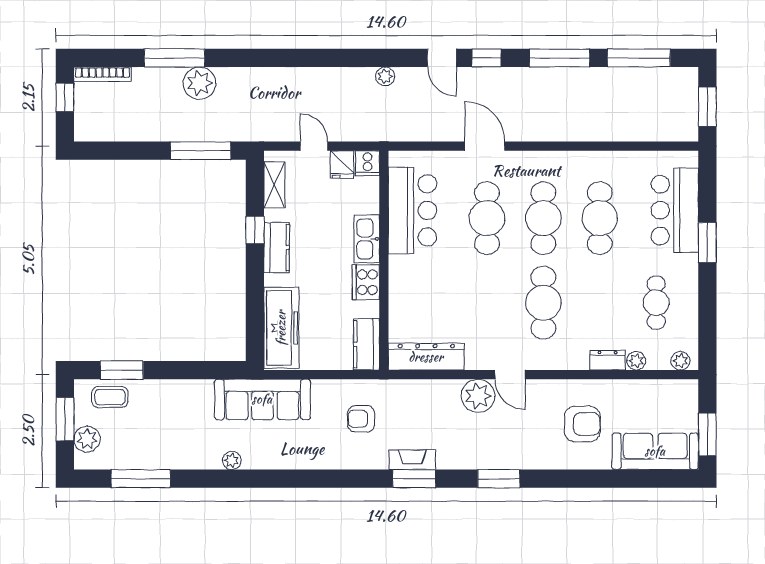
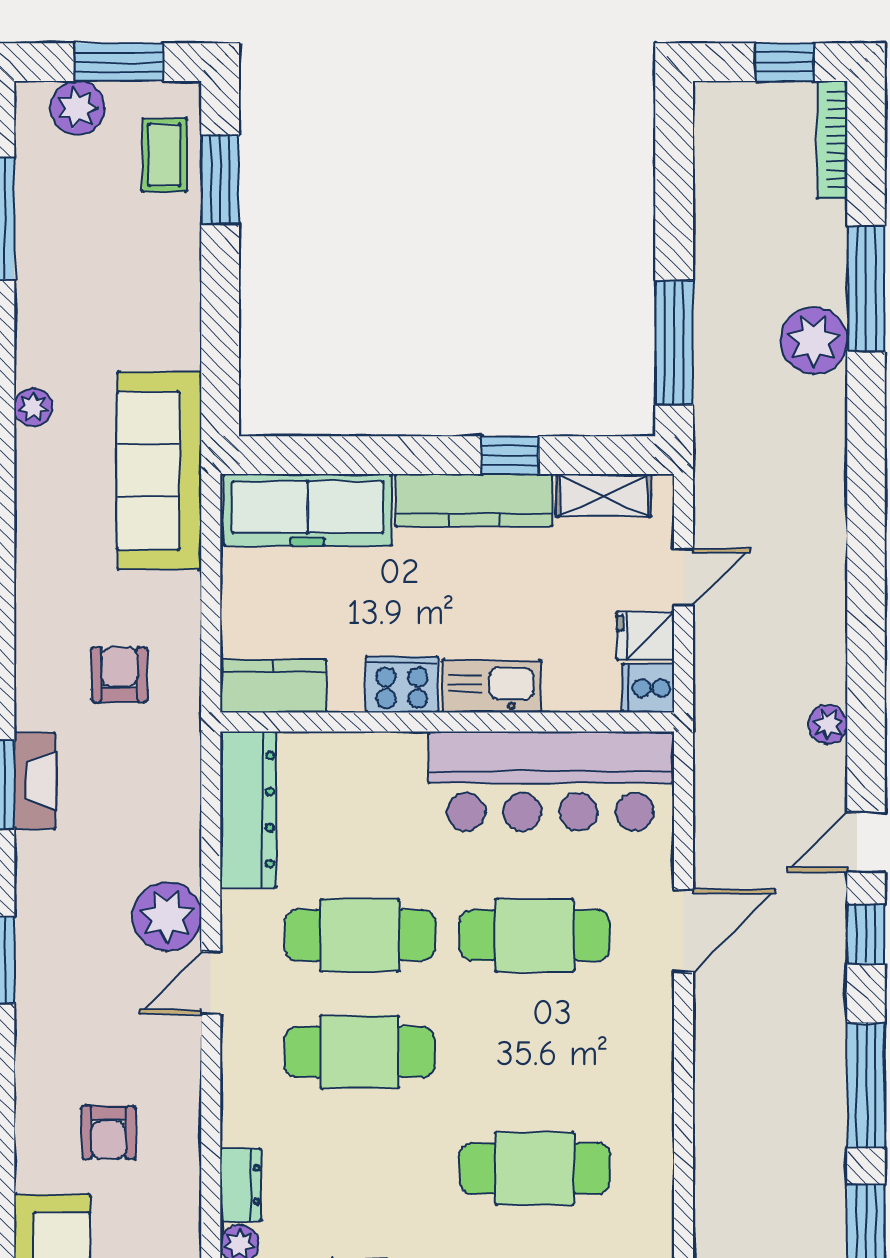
bar counter: (412, 210) -> (550, 781), width x1.36
cafe table: (543, 218) -> (360, 935), moved
kitchen counter: (277, 247) -> (474, 500), width x1.50
armchair: (582, 424) -> (109, 1132), width x0.72, depth x0.72

